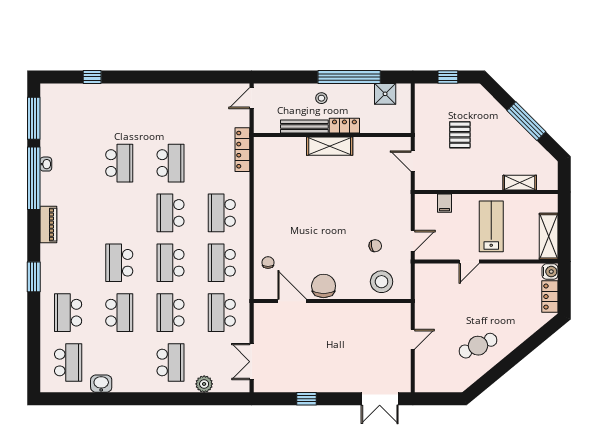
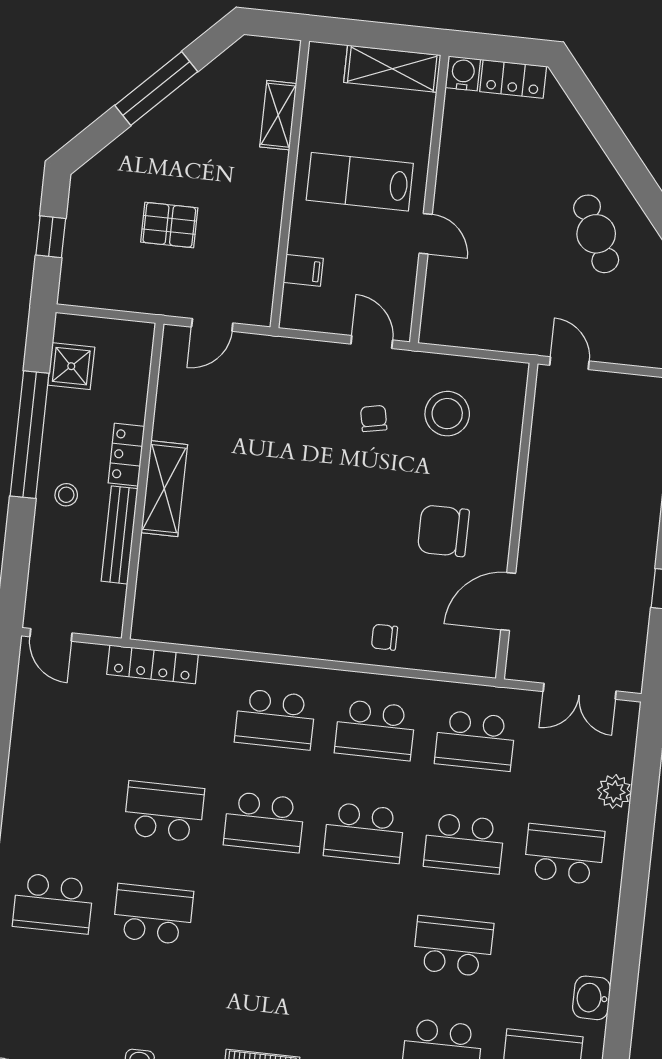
school desk: (119, 263) -> (53, 903), moved
door: (292, 301) -> (508, 601), moved
wall: (332, 301) -> (517, 521), moved

